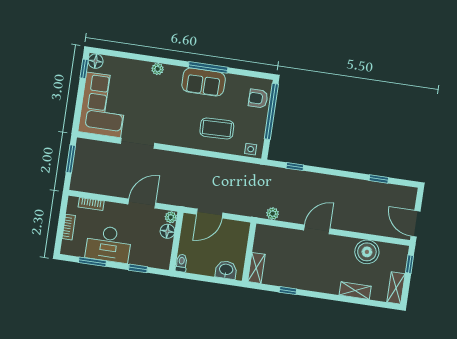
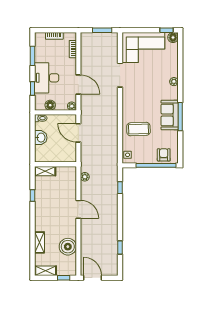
coffee table: (217, 128) -> (138, 129), turned 90
door: (416, 224) -> (92, 278), hinge flipped
floor lamp: (167, 231) -> (50, 105), moved
desk: (109, 244) -> (47, 78), moved
washbasin: (226, 270) -> (41, 138), moved

